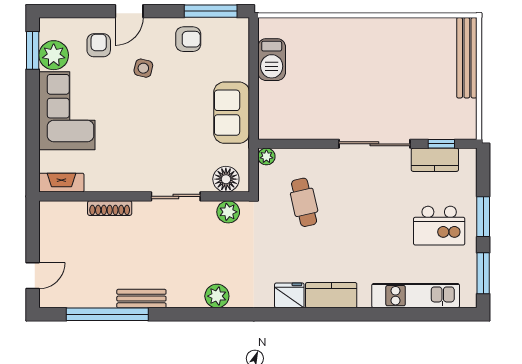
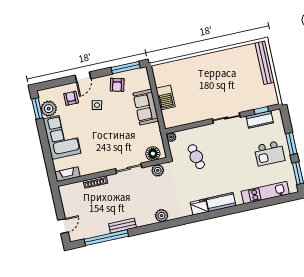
armchair: (188, 39) -> (117, 85), turned 104
barbecue: (272, 60) -> (166, 98), moved
sofa: (232, 113) -> (146, 107), moved
sliding door: (374, 144) -> (226, 118), width x0.73

